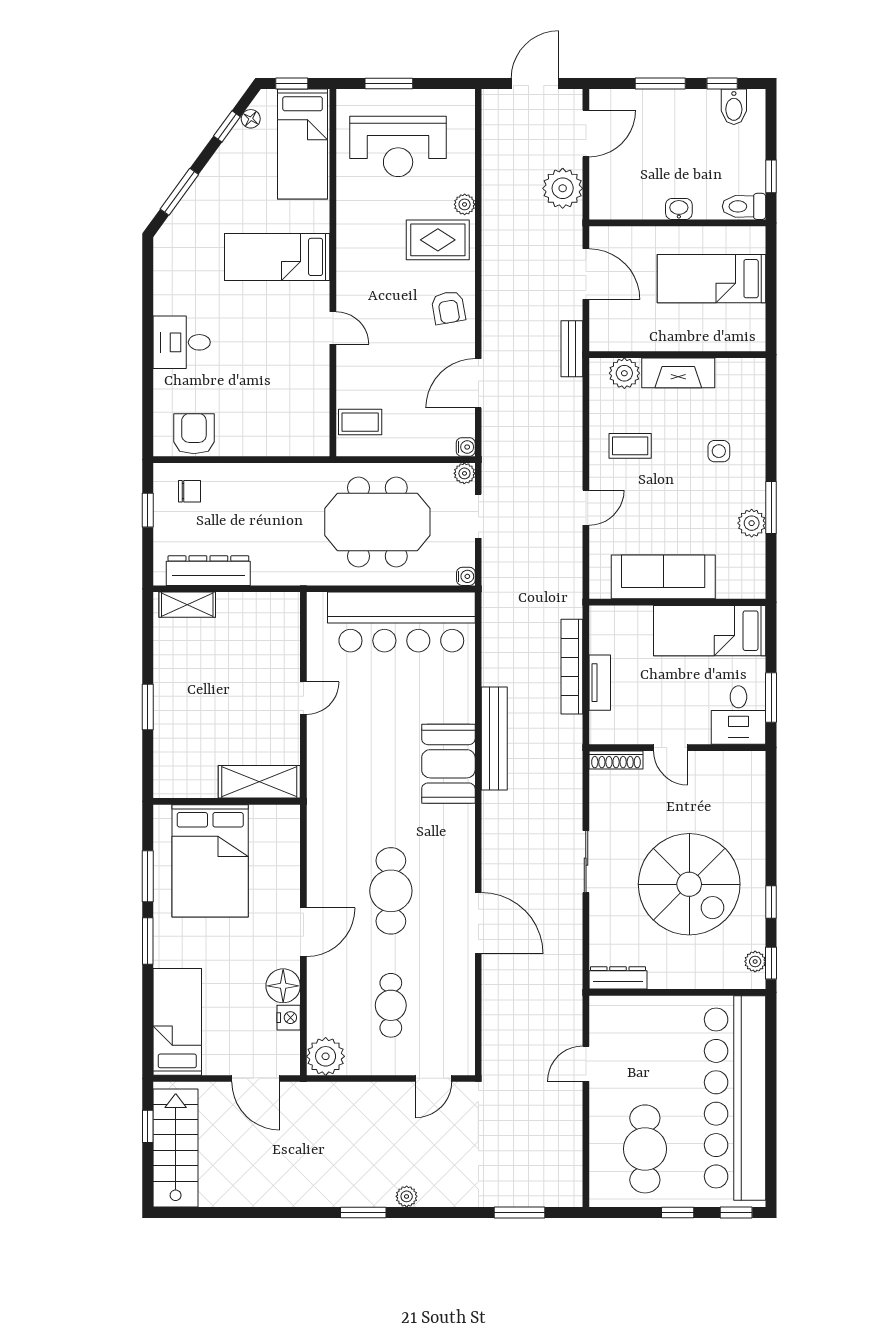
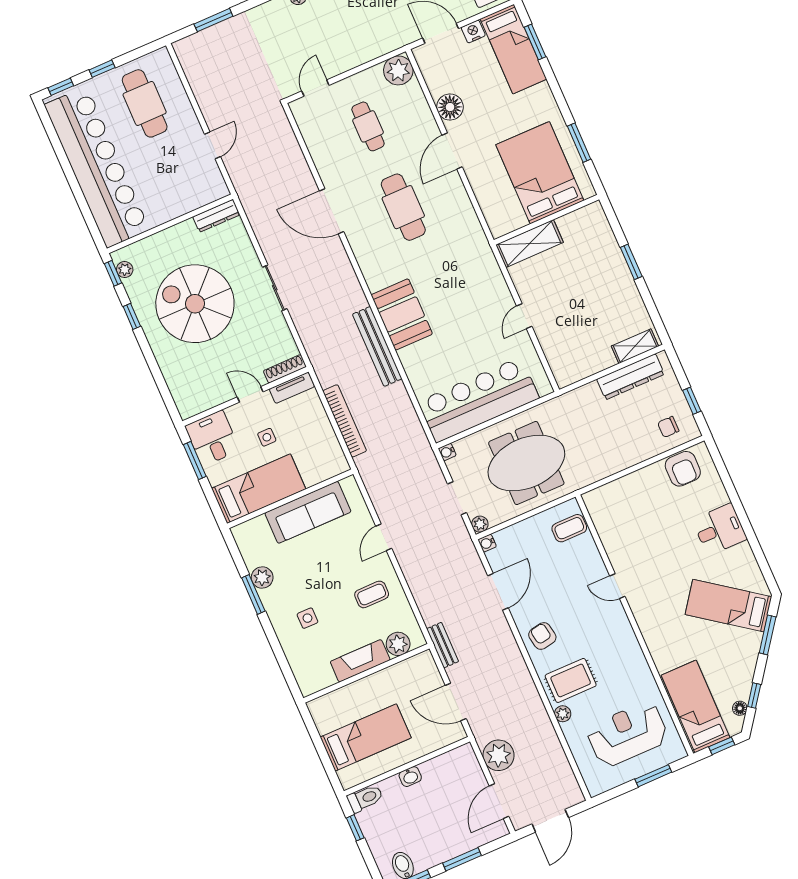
bed: (277, 257) -> (728, 606), moved, turned -144
tv unit: (600, 683) -> (292, 388), moved, turned -90
side table: (673, 688) -> (267, 437), added
window: (148, 941) -> (535, 42), moved
nightstand: (289, 1018) -> (473, 31), moved, turned 90

